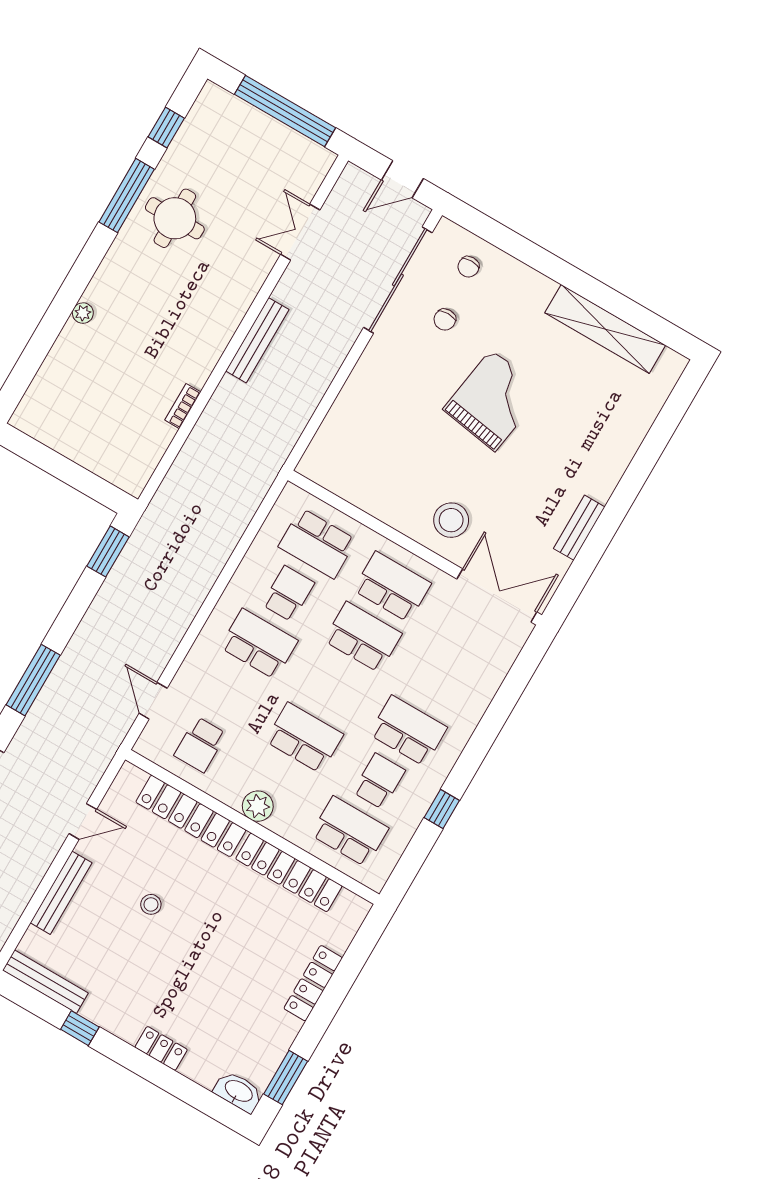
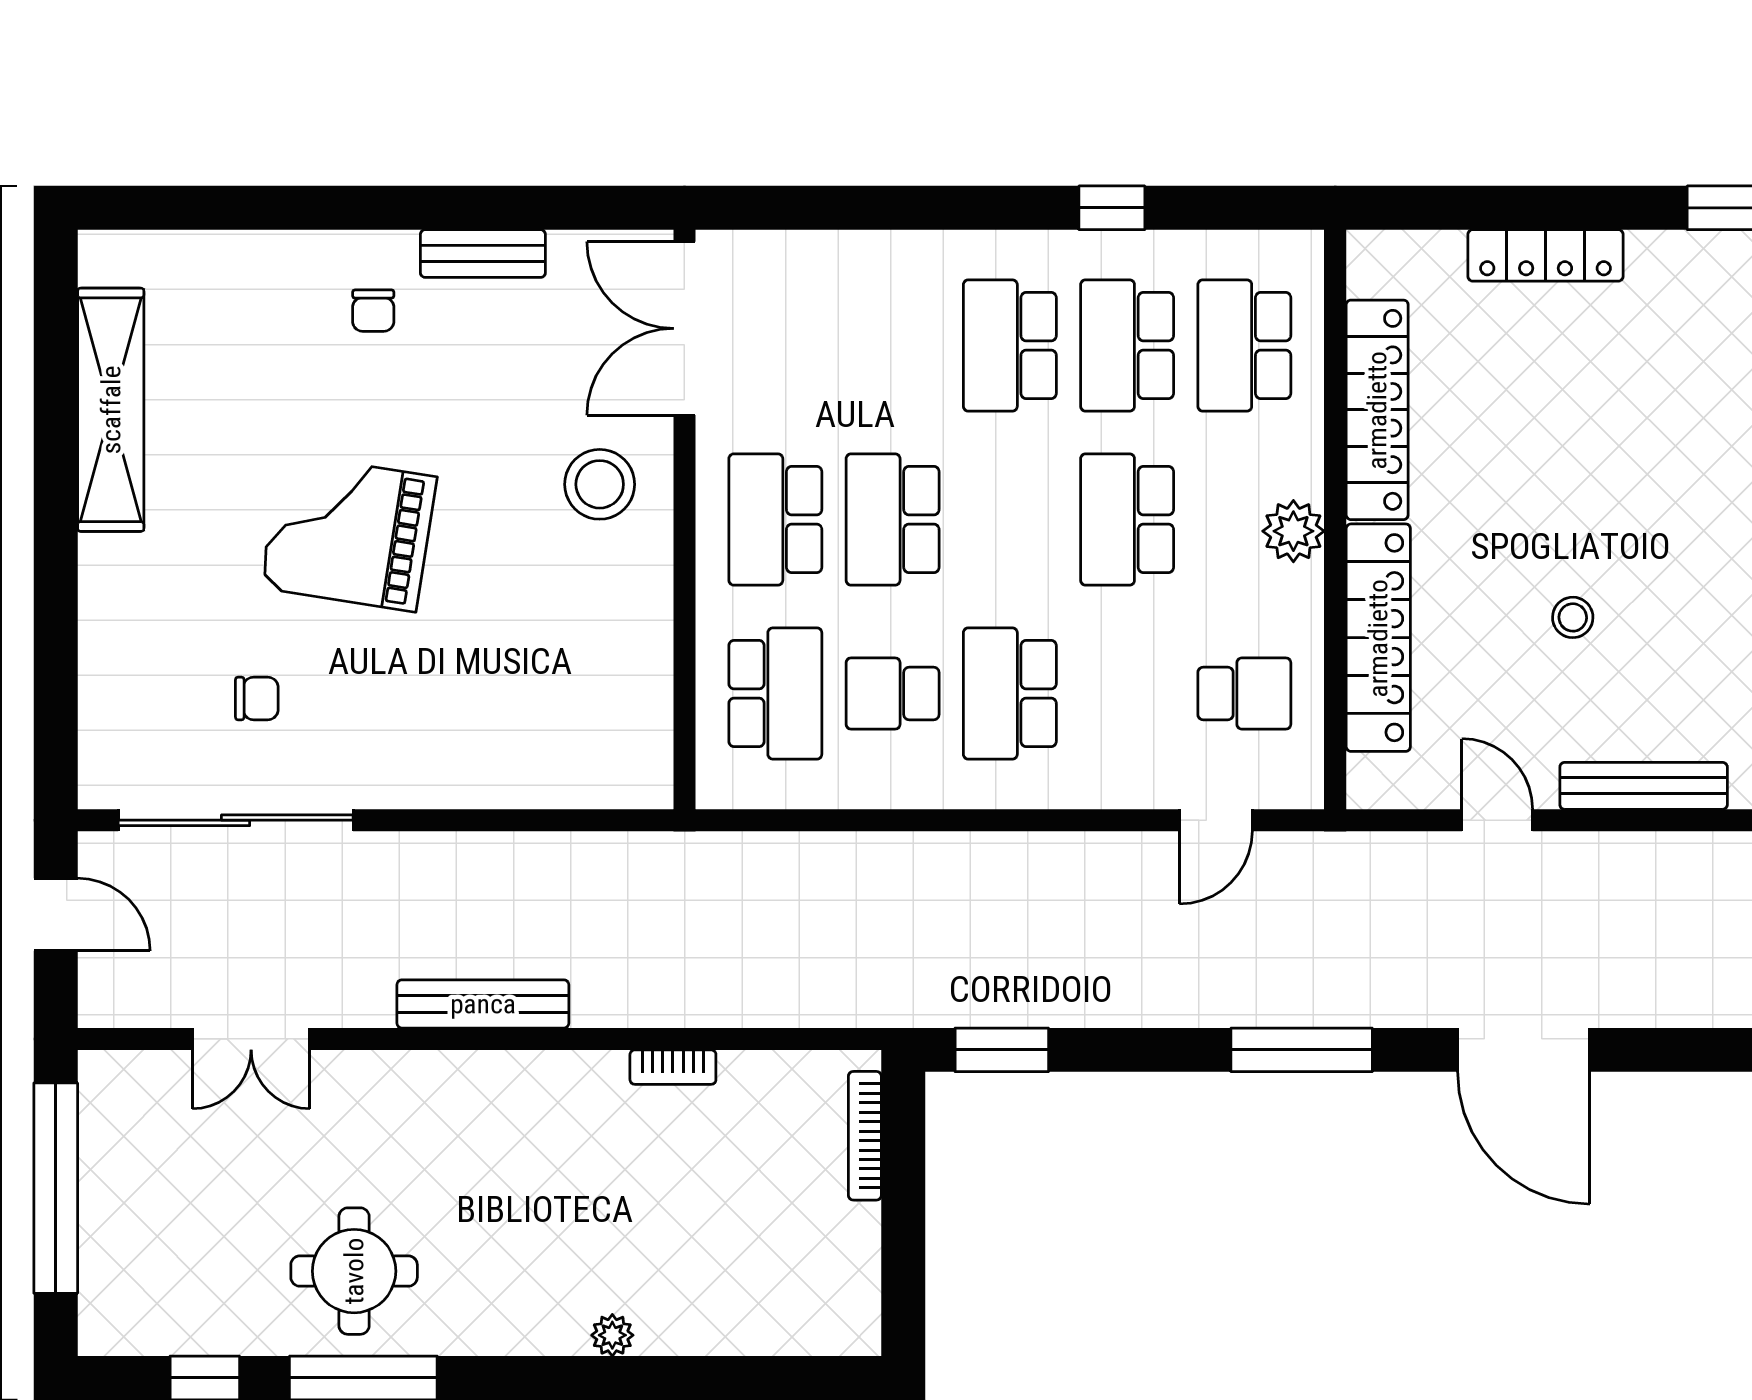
chair: (468, 267) -> (373, 311), moved, turned 90
bookcase: (105, 471) -> (865, 1136), added
school desk: (379, 781) -> (1127, 345), width x1.85

